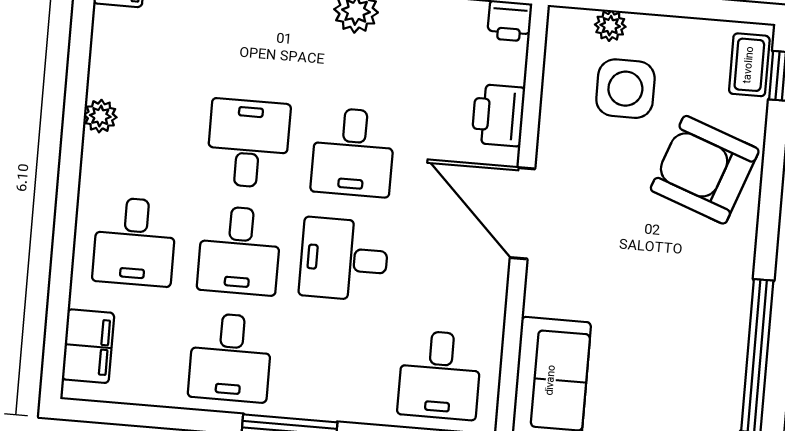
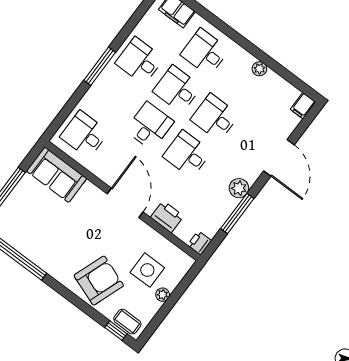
plant: (610, 26) -> (163, 295), moved
desk: (248, 143) -> (215, 117), turned 180
door: (522, 213) -> (125, 203), hinge flipped

